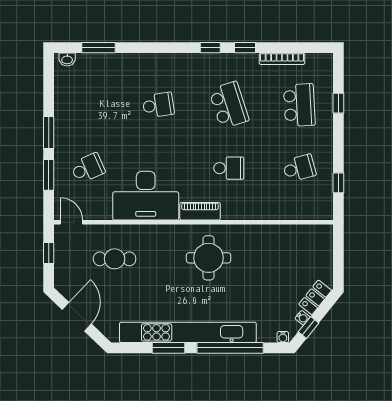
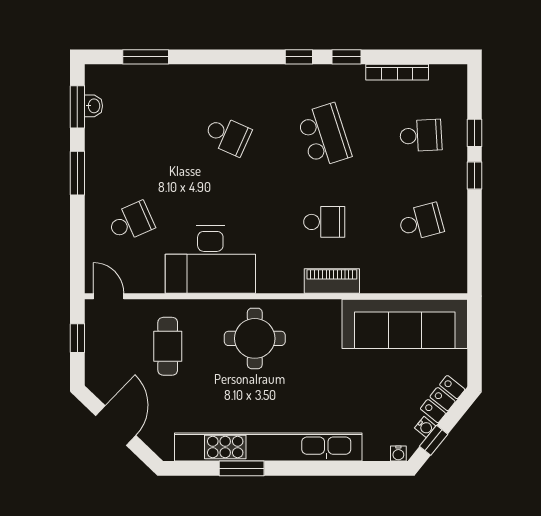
washbasin: (67, 59) -> (93, 106), moved, turned -90
school desk: (158, 105) -> (228, 135), turned 33
school desk: (299, 105) -> (421, 135), width x0.54
window: (49, 175) -> (77, 107), moved
window: (338, 183) -> (474, 175), moved
piano: (200, 211) -> (332, 281), moved
sofa: (288, 243) -> (405, 324), added
round table: (209, 258) -> (255, 338), moved
cafe table: (115, 259) -> (168, 346), turned 90
window: (230, 348) -> (326, 468), removed

